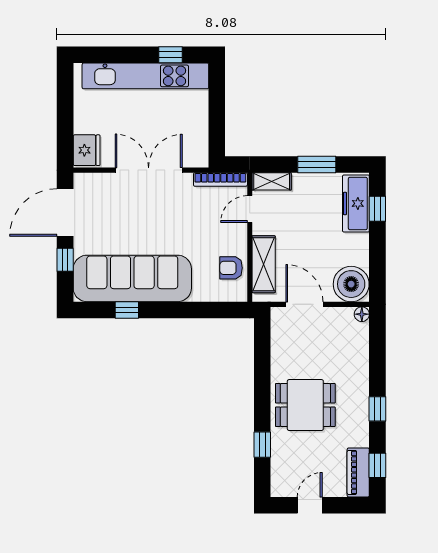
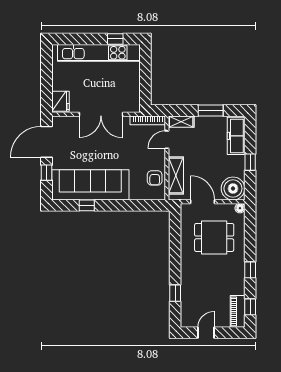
double door: (149, 170) -> (101, 114), swing flipped
window: (377, 209) -> (250, 162), moved
armchair: (231, 268) -> (155, 178), turned -90
dining table: (305, 405) -> (214, 237), moved

